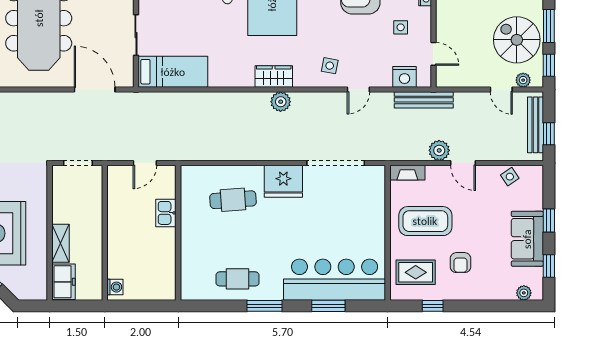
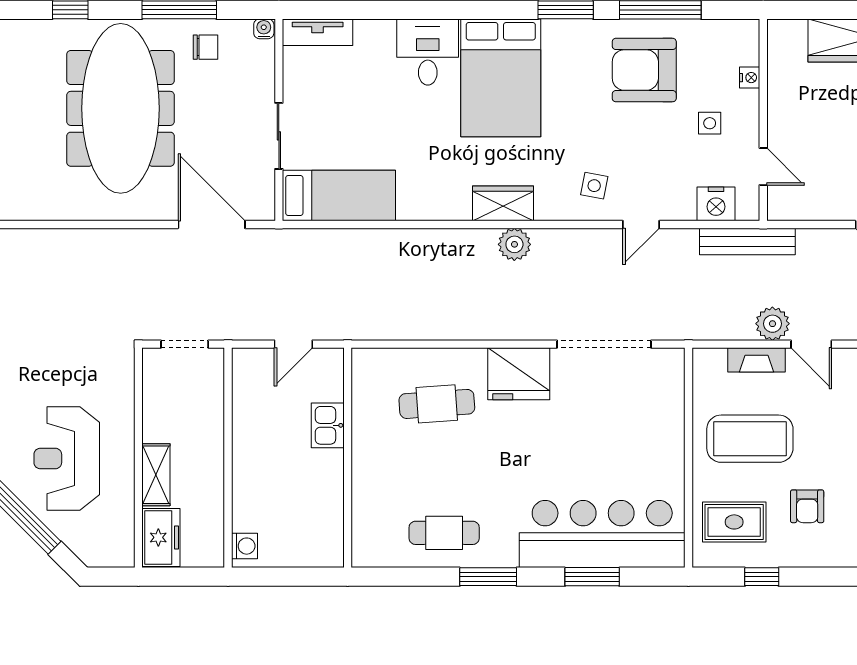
fireplace: (407, 173) -> (756, 360), moved

